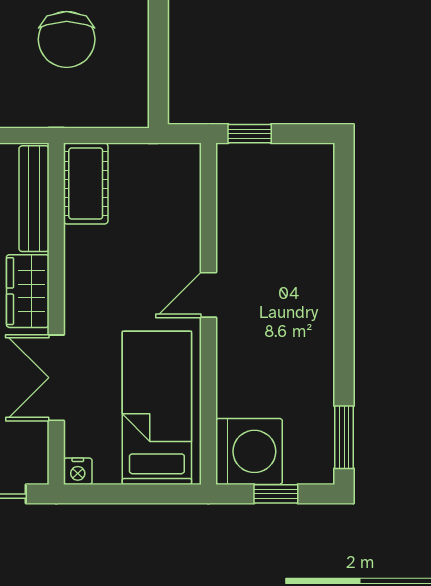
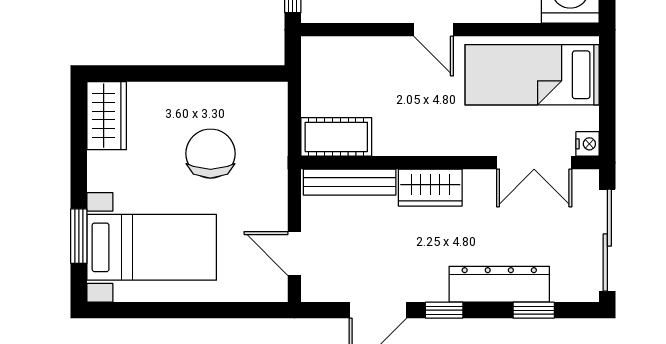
chair: (67, 39) -> (210, 154), turned -90
double door: (56, 378) -> (534, 163), moved

